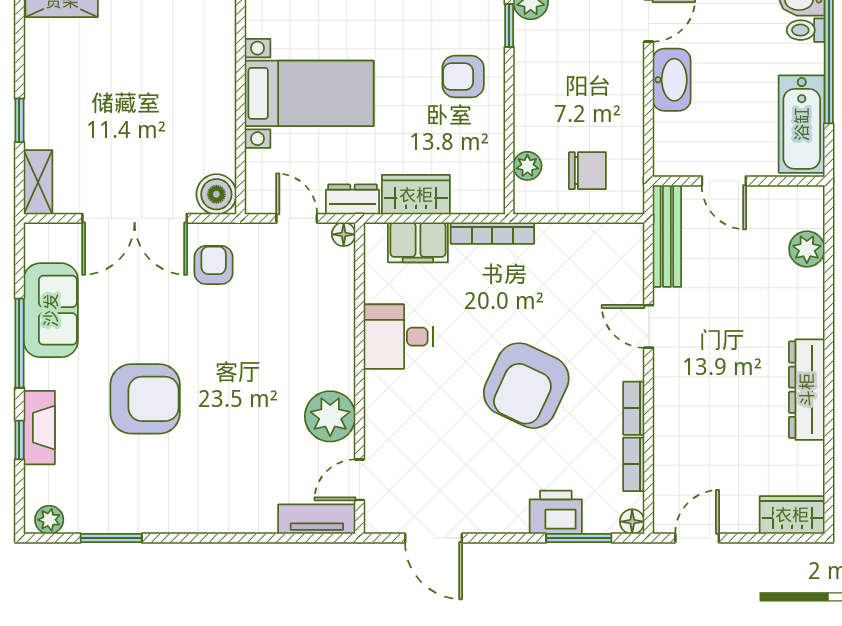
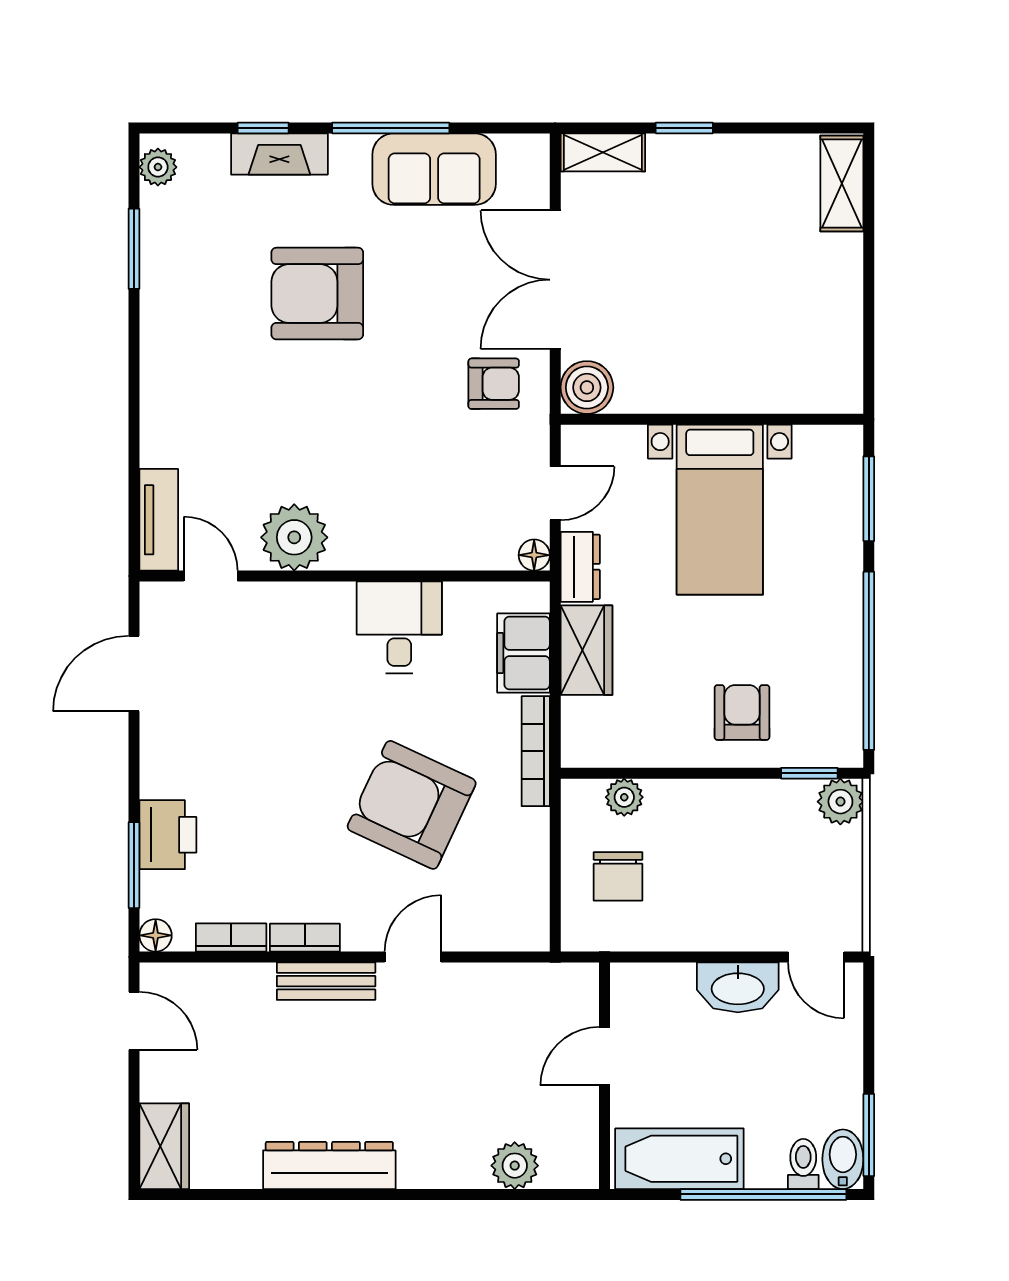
bench: (667, 236) -> (326, 981), moved, width x0.73
armchair: (526, 386) -> (412, 805), moved
armchair: (145, 399) -> (317, 294), turned 90

